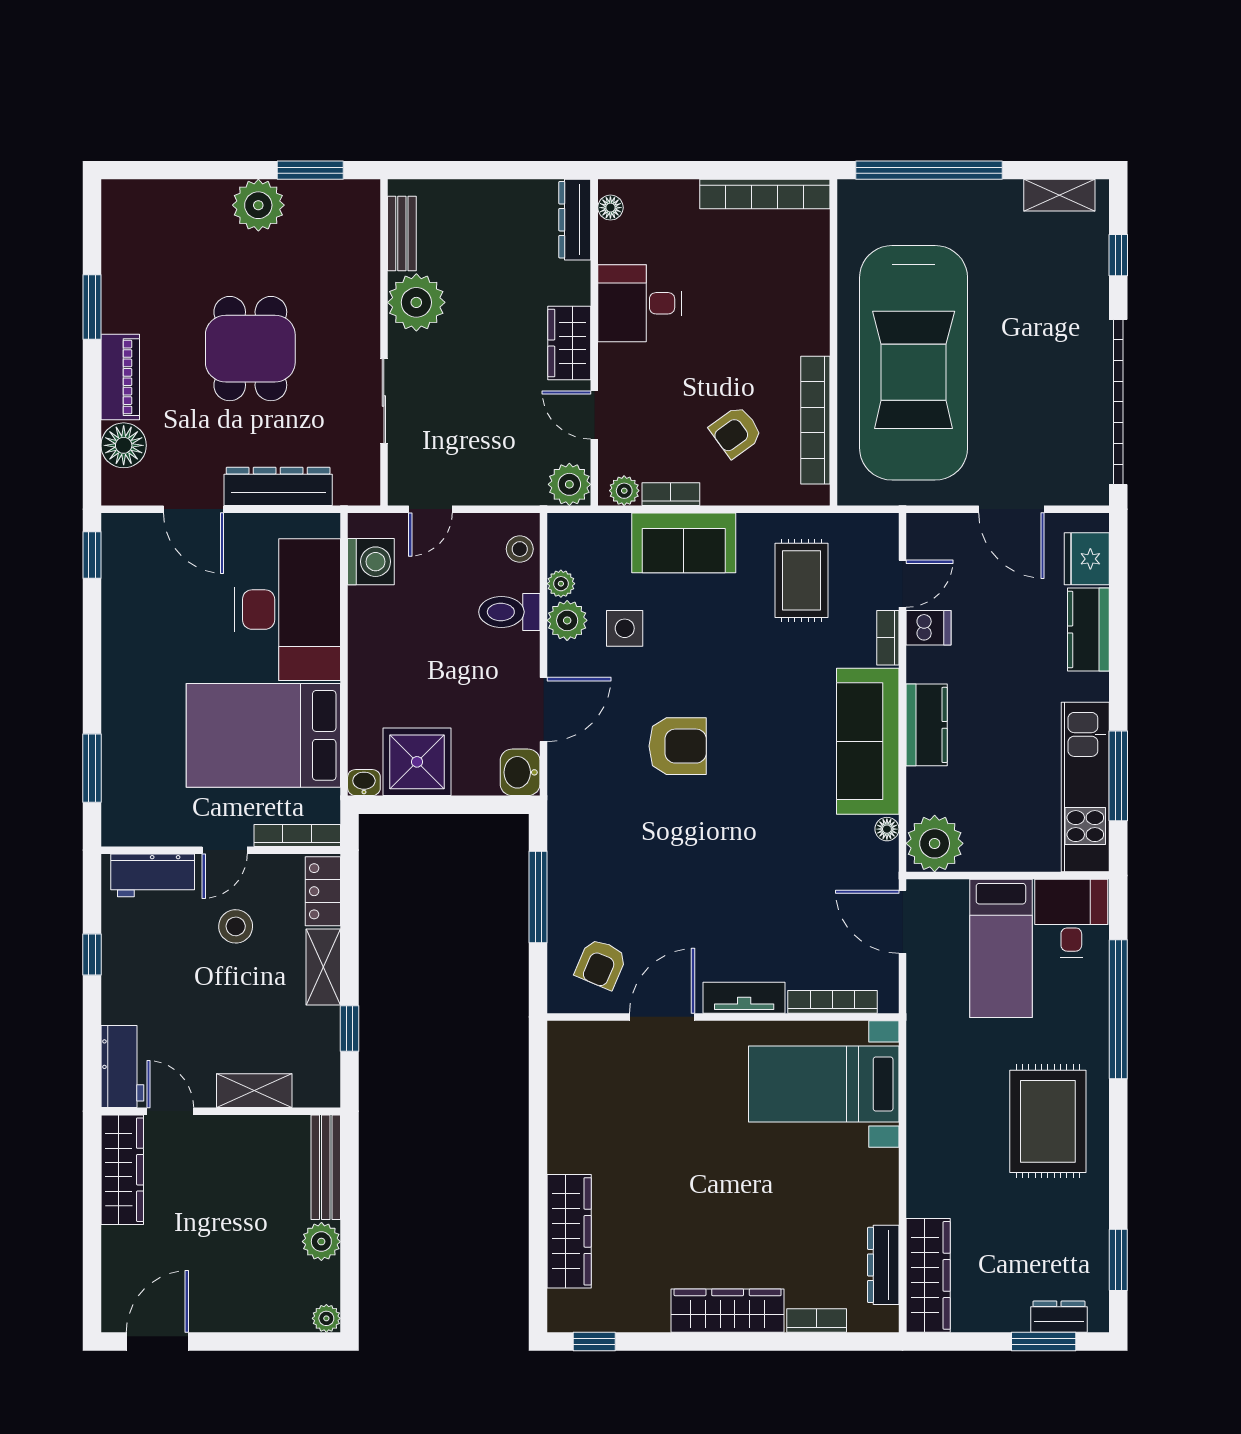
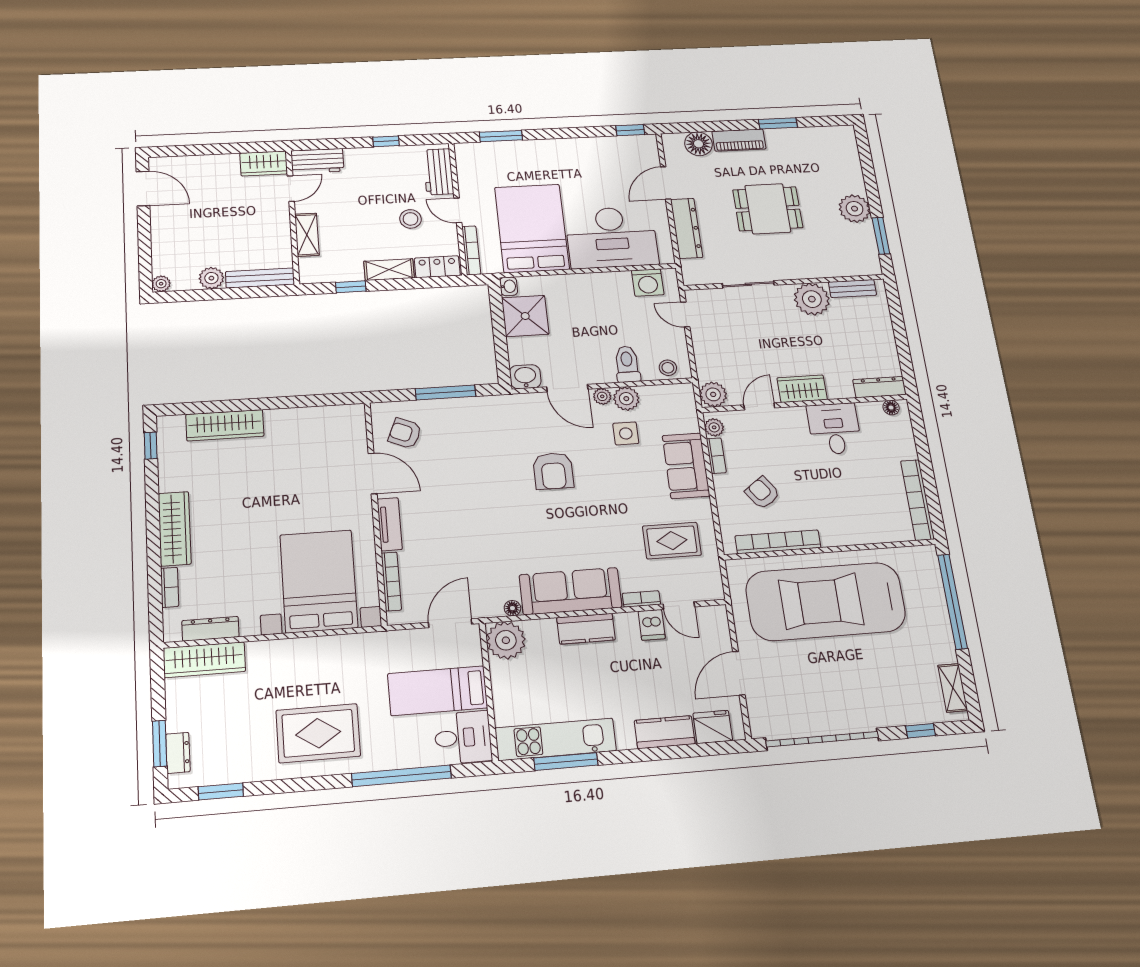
plant: (561, 584) -> (602, 396), moved
bed with nightstands: (824, 1084) -> (319, 581), width x1.36
wardrobe: (122, 1170) -> (264, 163), width x0.67

